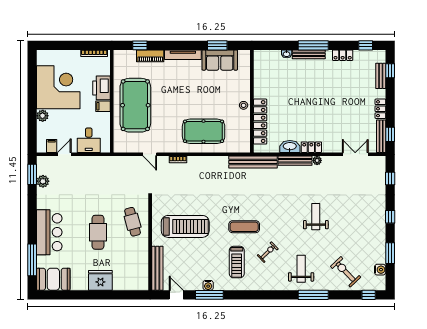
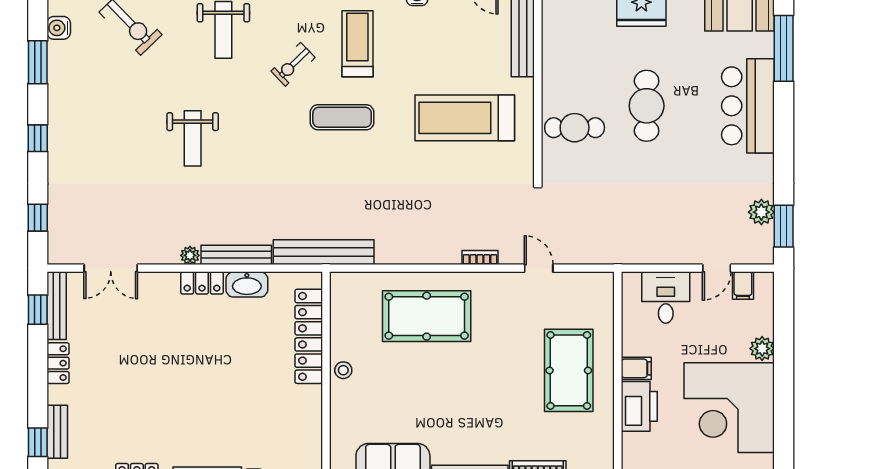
pool table: (135, 105) -> (569, 370), width x0.73, depth x0.76
cafe table: (133, 222) -> (575, 128), turned -75

